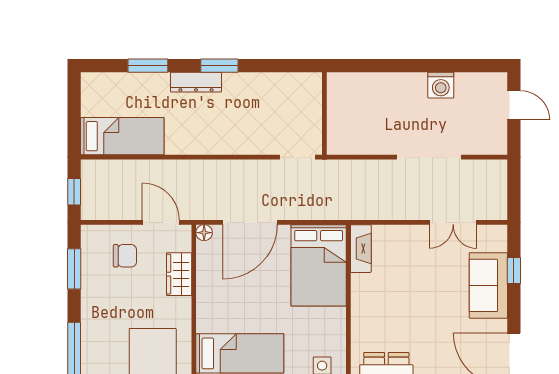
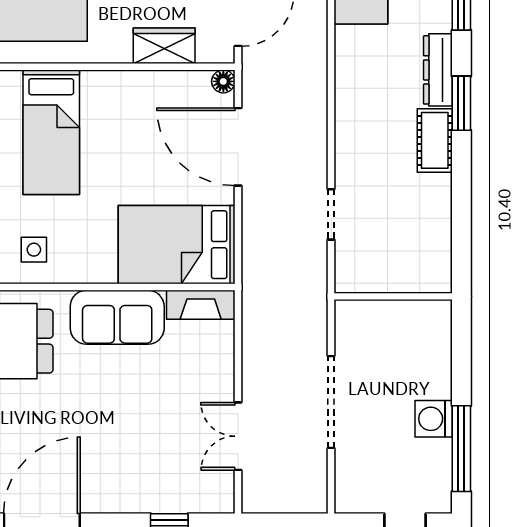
window: (462, 66) -> (461, 449), added
cot: (245, 84) -> (435, 140), added
wall: (324, 114) -> (393, 296), moved
sofa: (488, 285) -> (117, 317), moved, turned 180

